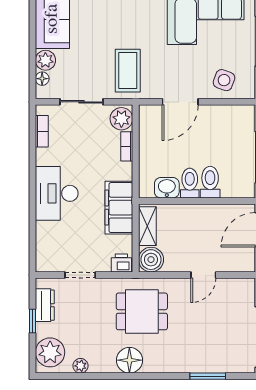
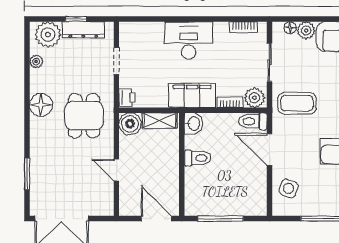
toilet: (210, 182) -> (253, 121), moved, turned 180
washbasin: (167, 188) -> (193, 124), moved
filing cabinet: (119, 208) -> (192, 95), moved
dresser: (45, 305) -> (83, 30), width x1.44

